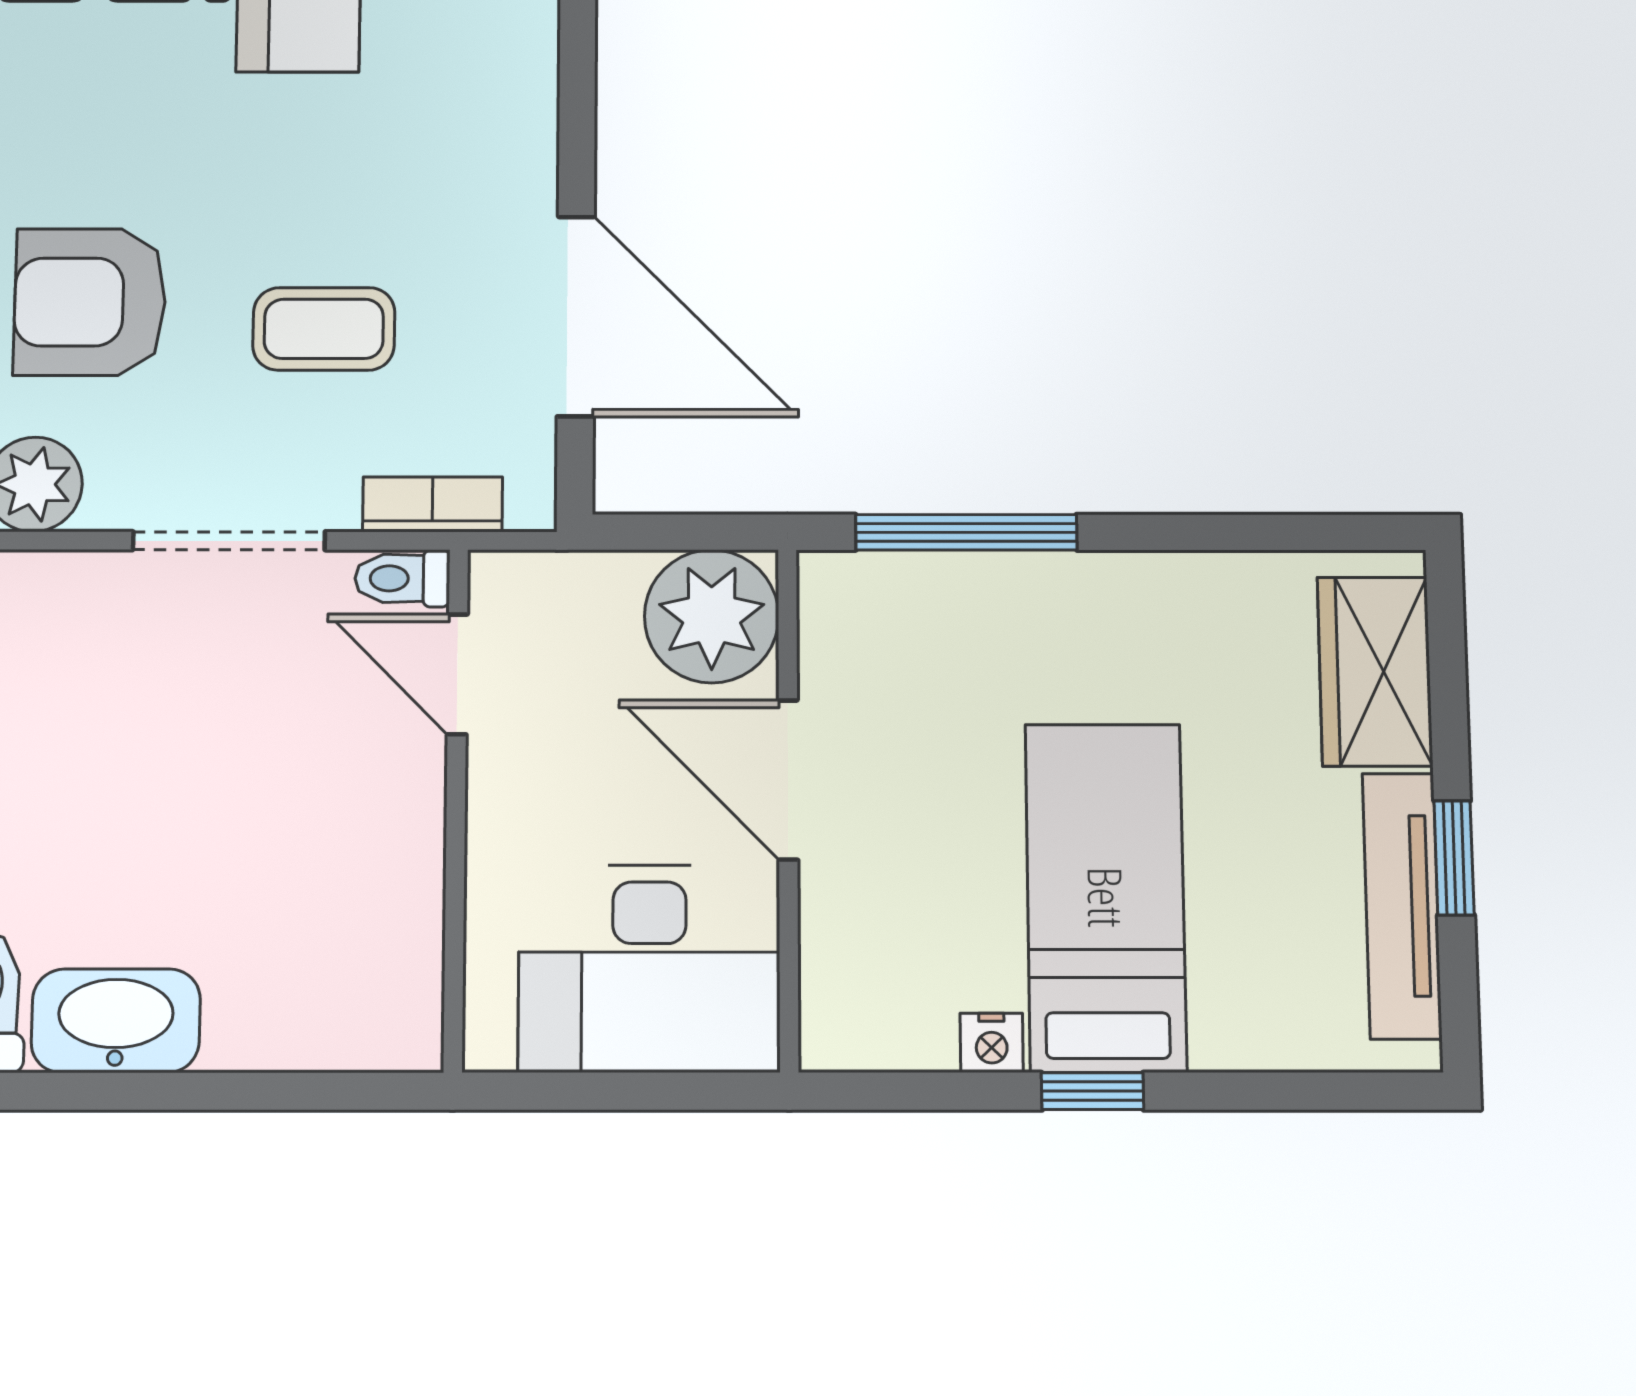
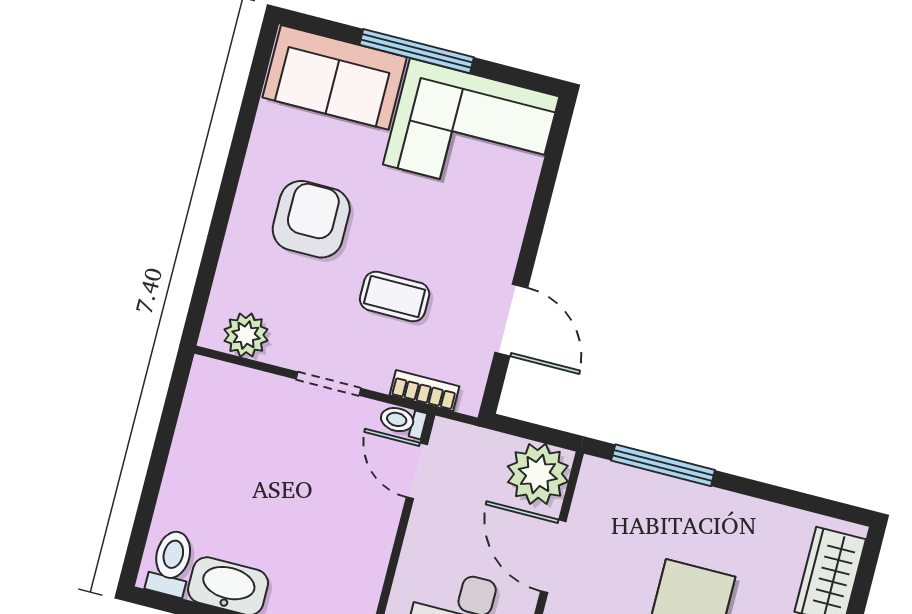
armchair: (90, 302) -> (311, 219), moved, turned 90
door: (576, 316) -> (511, 320), width x0.73
doorway: (229, 541) -> (328, 384), width x0.73

